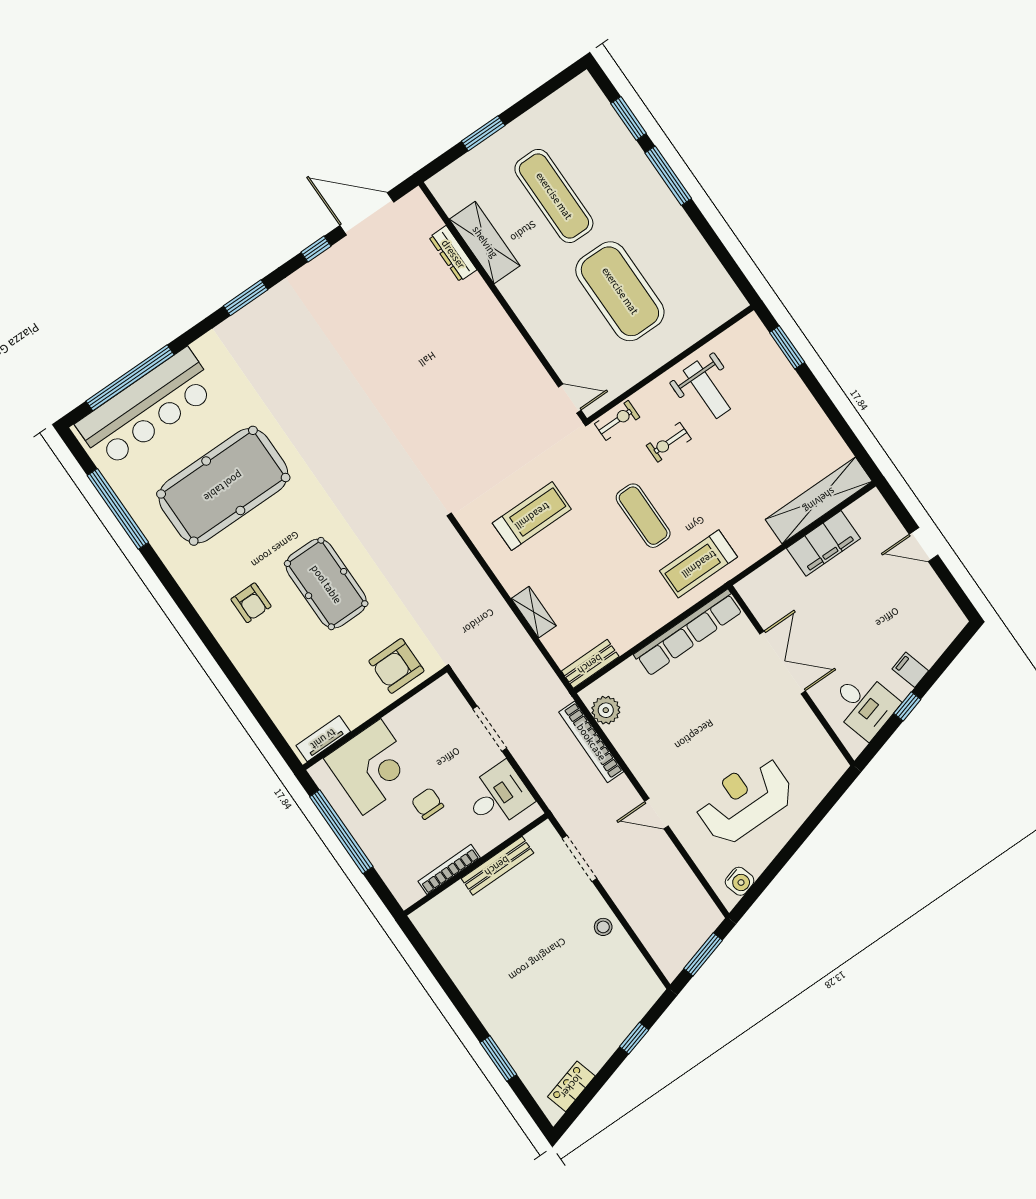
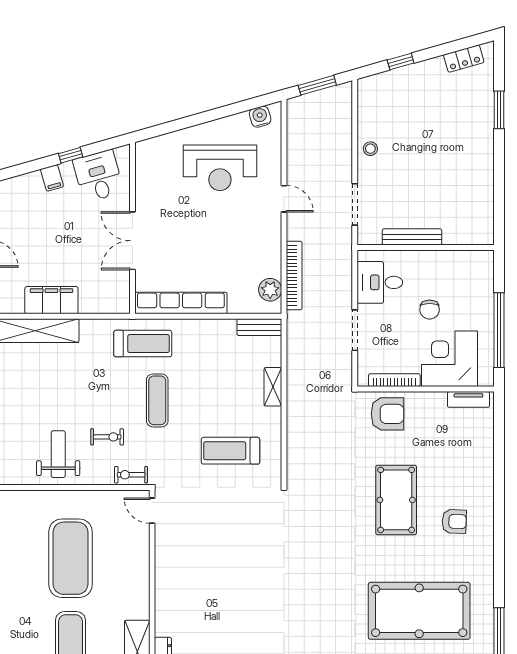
armchair: (251, 603) -> (454, 521), turned 92
bookcase: (449, 869) -> (394, 380), moved, turned 180

